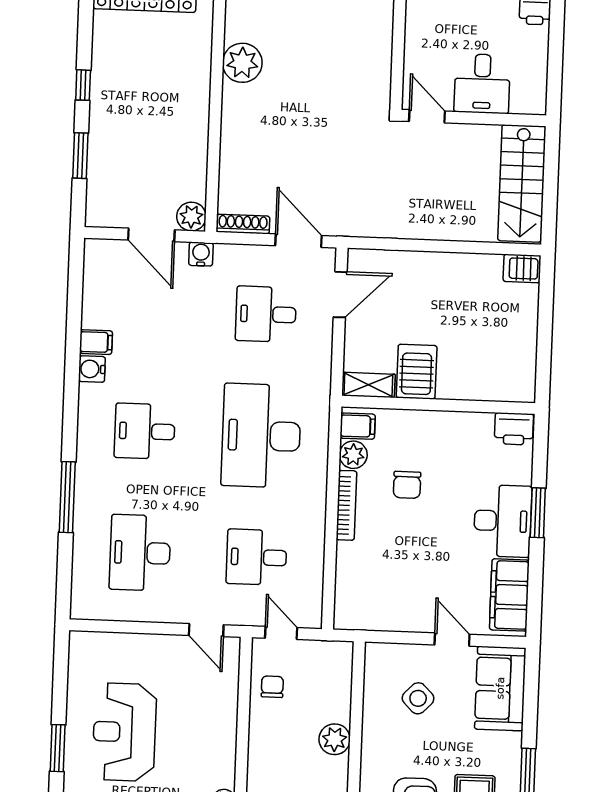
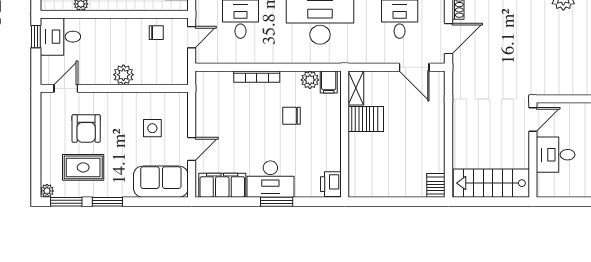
bookcase: (346, 505) -> (257, 77), moved
side table: (418, 698) -> (152, 128), turned 45

